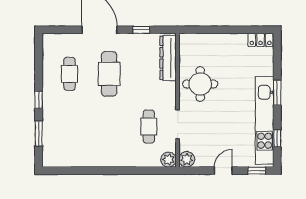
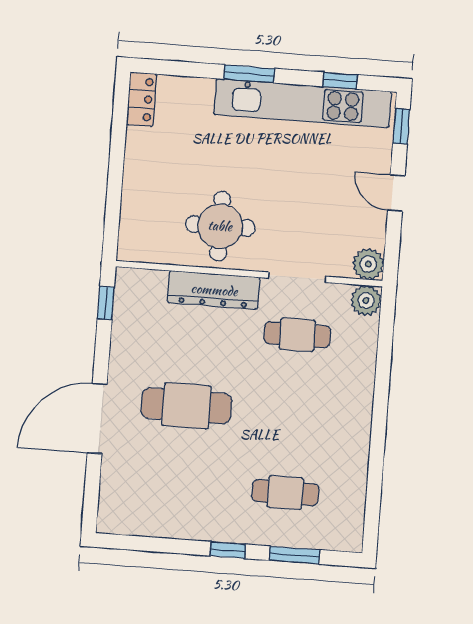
window: (141, 30) -> (106, 303), moved
dresser: (168, 58) -> (214, 290), moved
cafe table: (69, 74) -> (285, 493), moved

